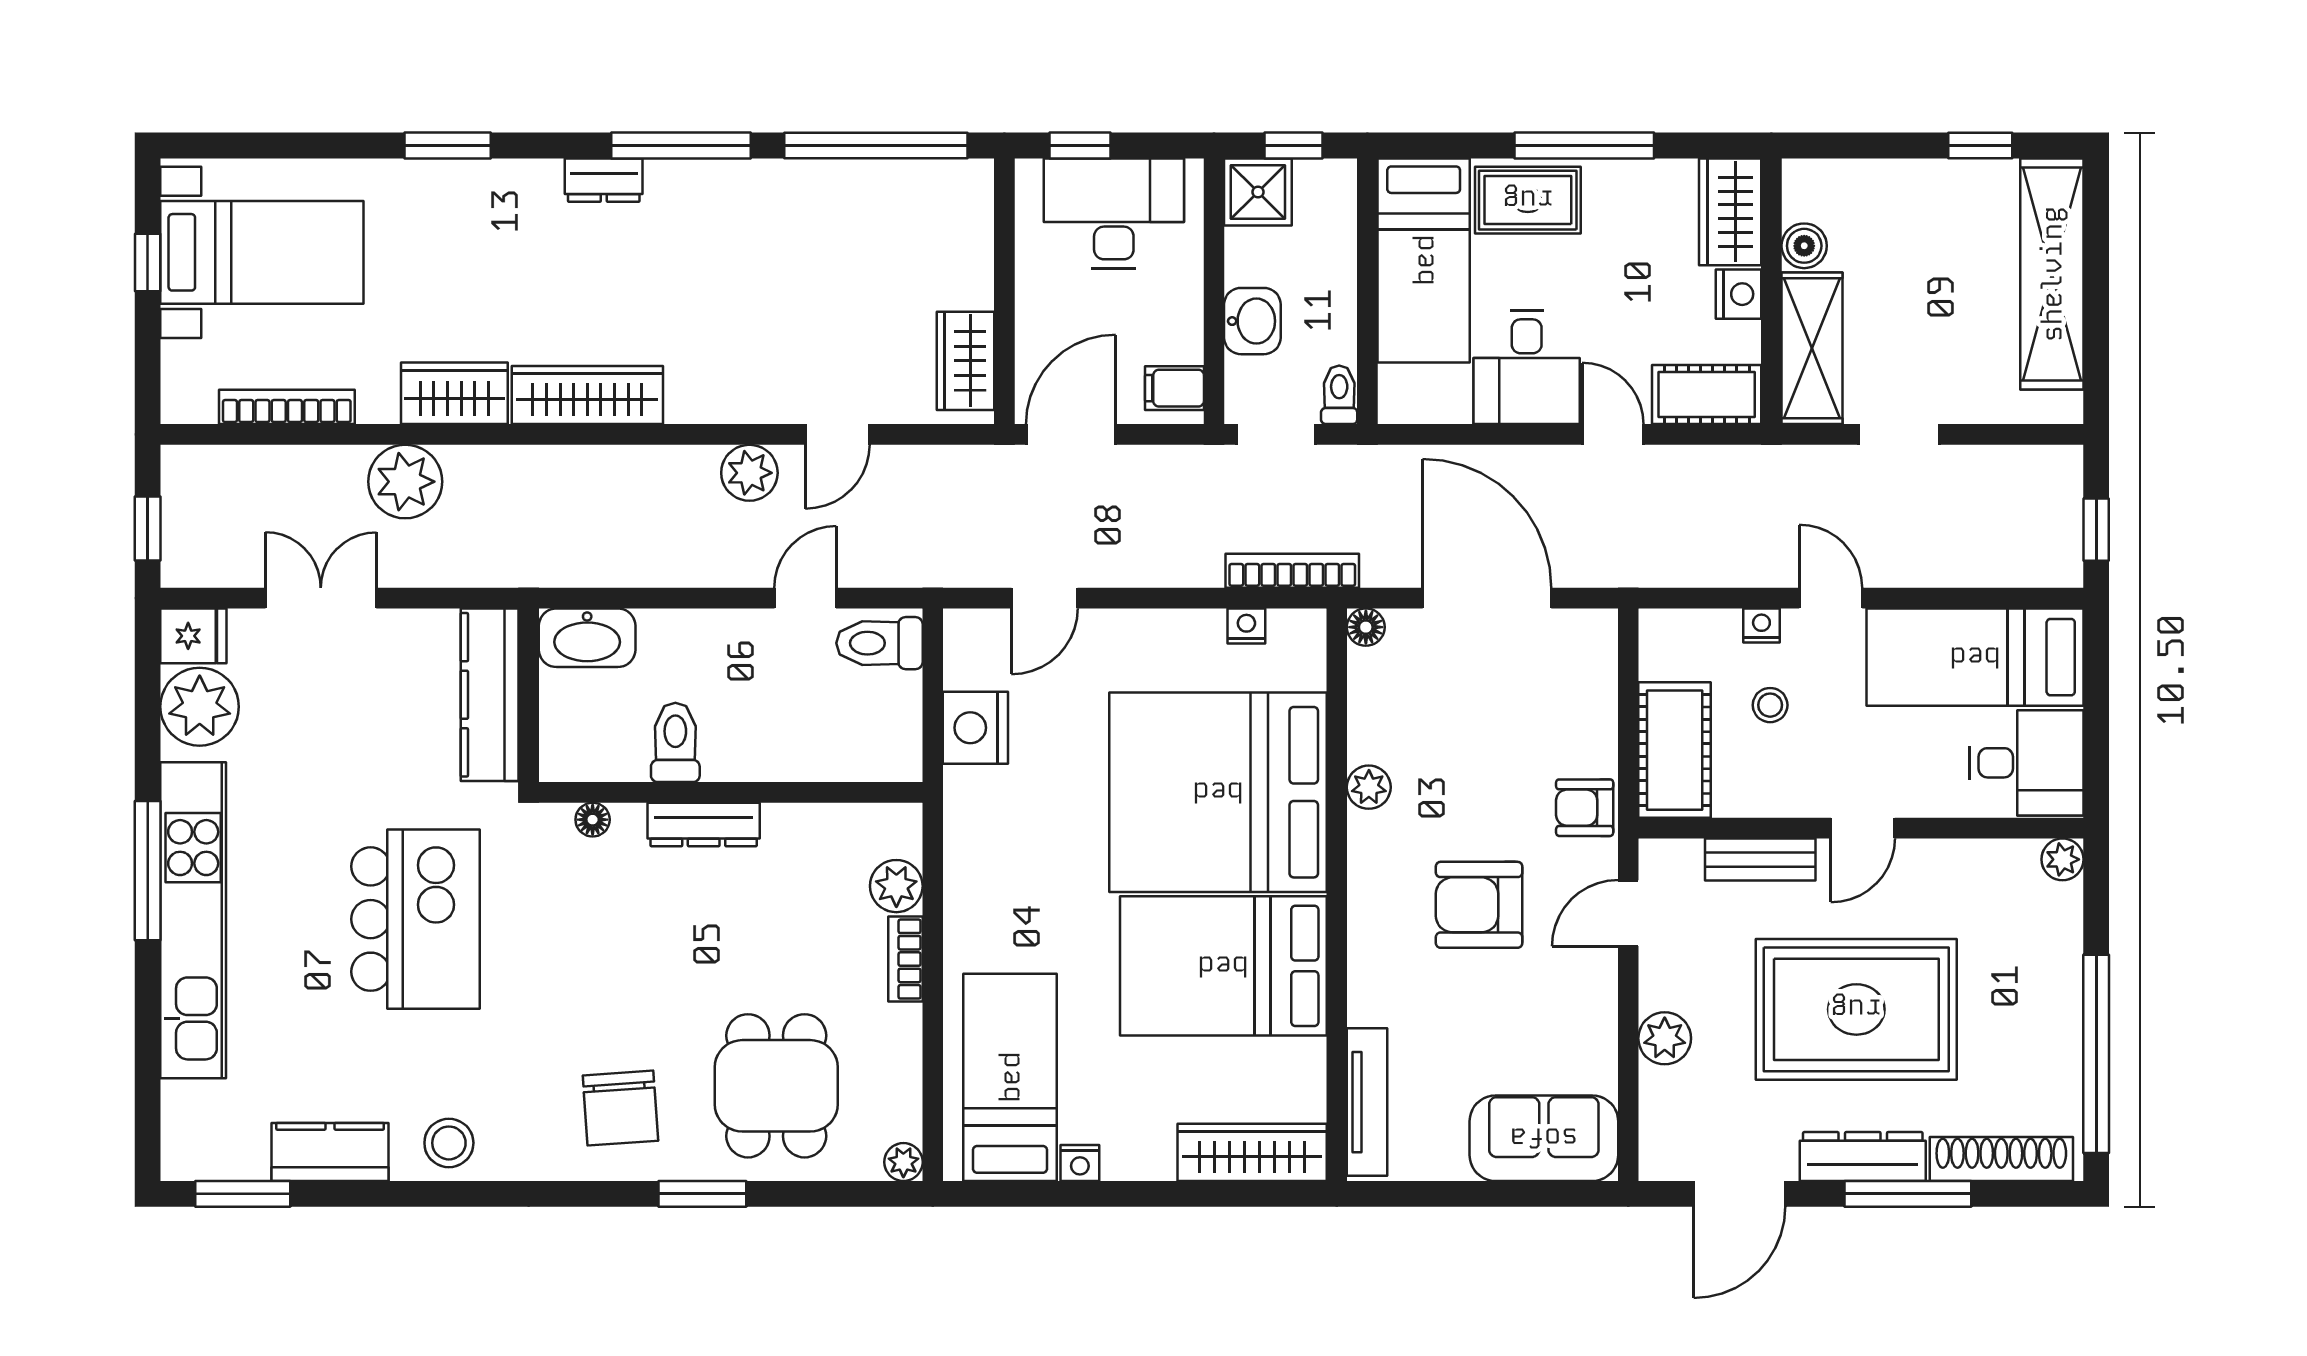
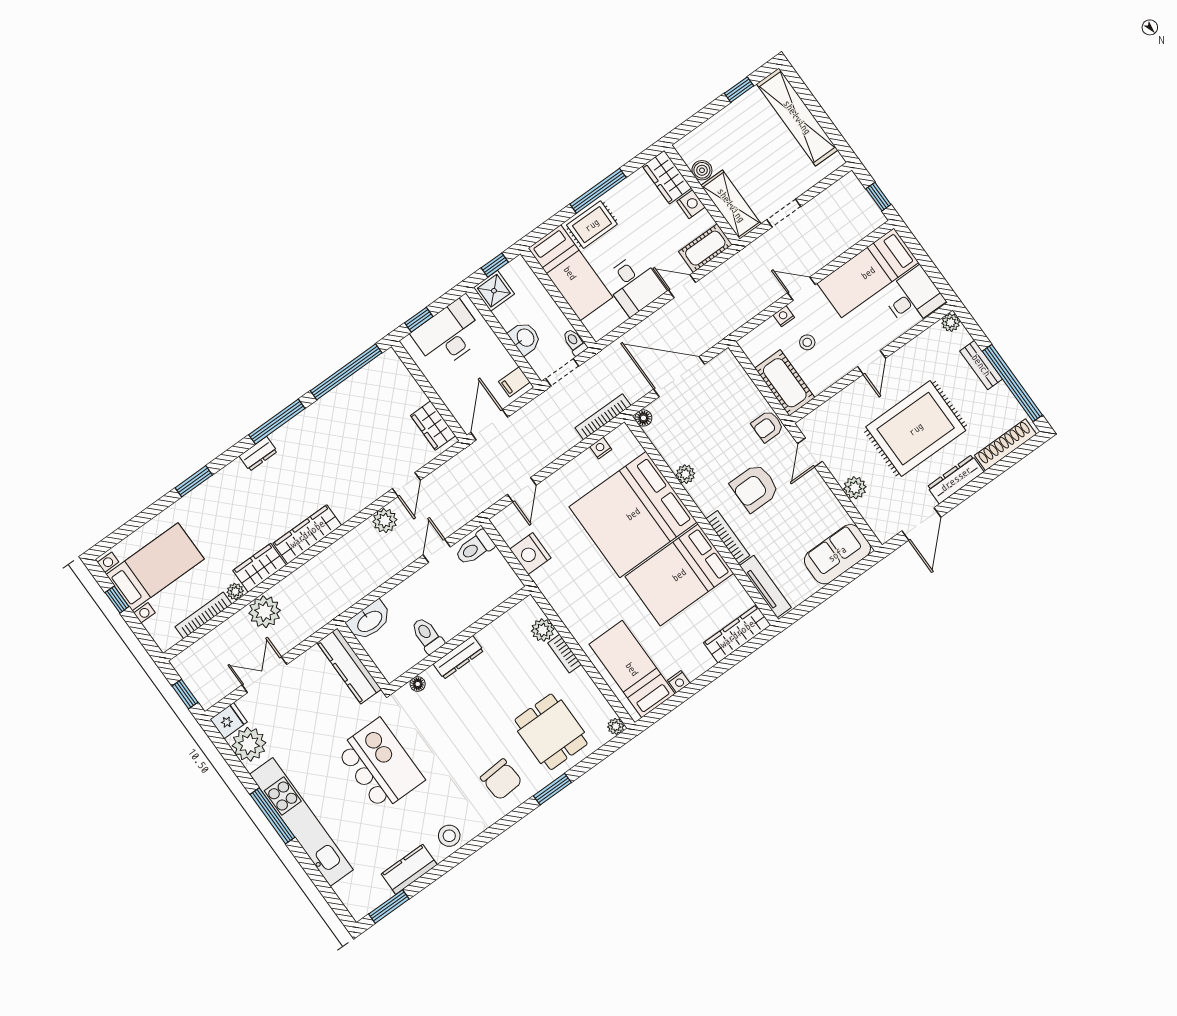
plant: (378, 405) -> (235, 591), added
bench: (1760, 859) -> (981, 365), moved, turned 90
bookcase: (1363, 960) -> (728, 537), added
window: (1908, 1194) -> (981, 481), removed

